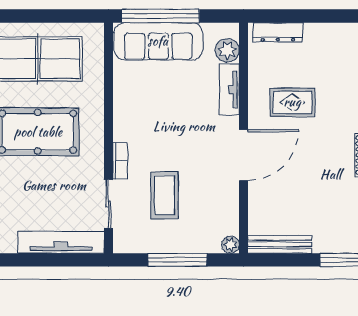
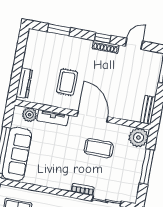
coffee table: (165, 195) -> (99, 148), moved
bench: (280, 244) -> (148, 110), width x0.73
plant: (230, 245) -> (138, 138), width x1.88, depth x1.88

